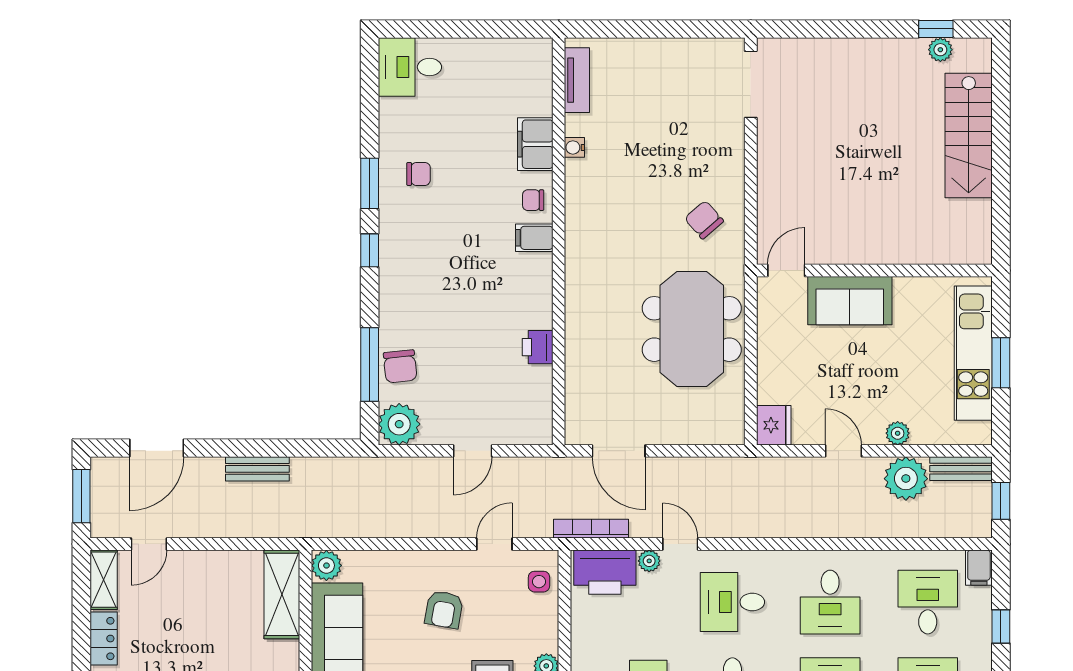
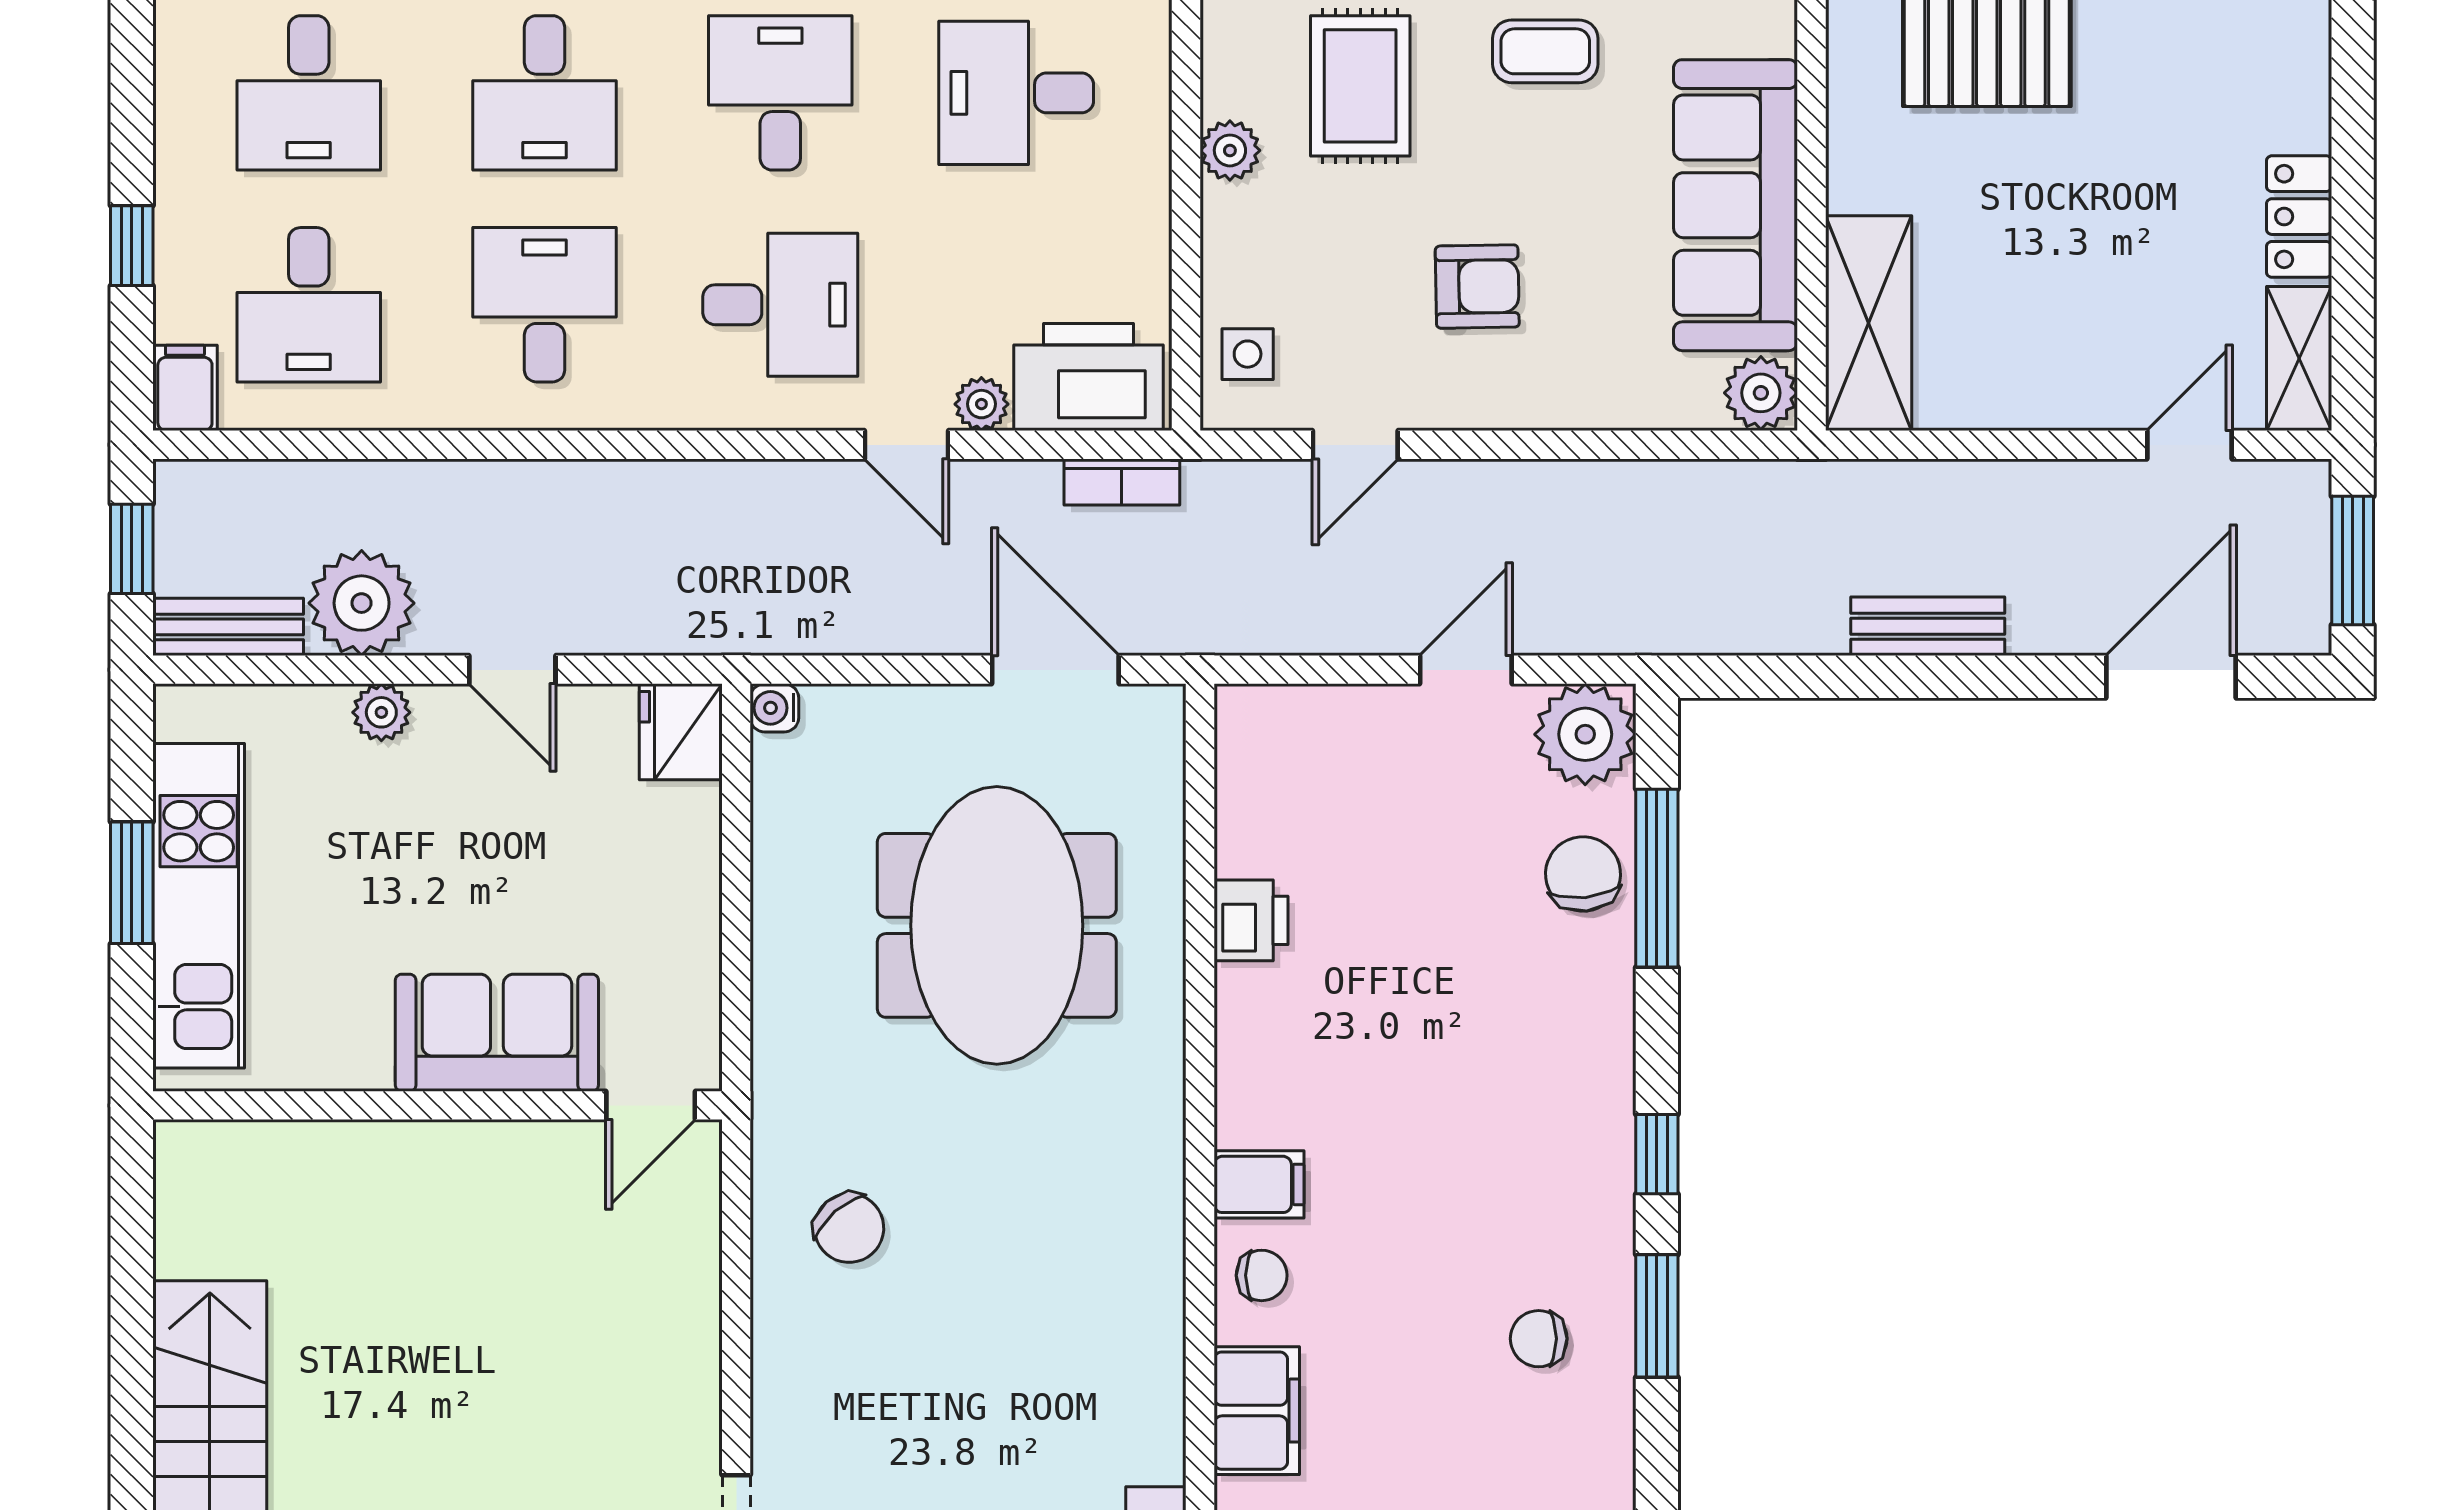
water cooler: (574, 147) -> (774, 708), moved, turned 180
meeting table: (692, 329) -> (997, 925), moved
door: (473, 451) -> (1466, 670), moved
bookcase: (591, 529) -> (1122, 482), width x0.64
armchair: (444, 610) -> (1477, 287), turned 79

